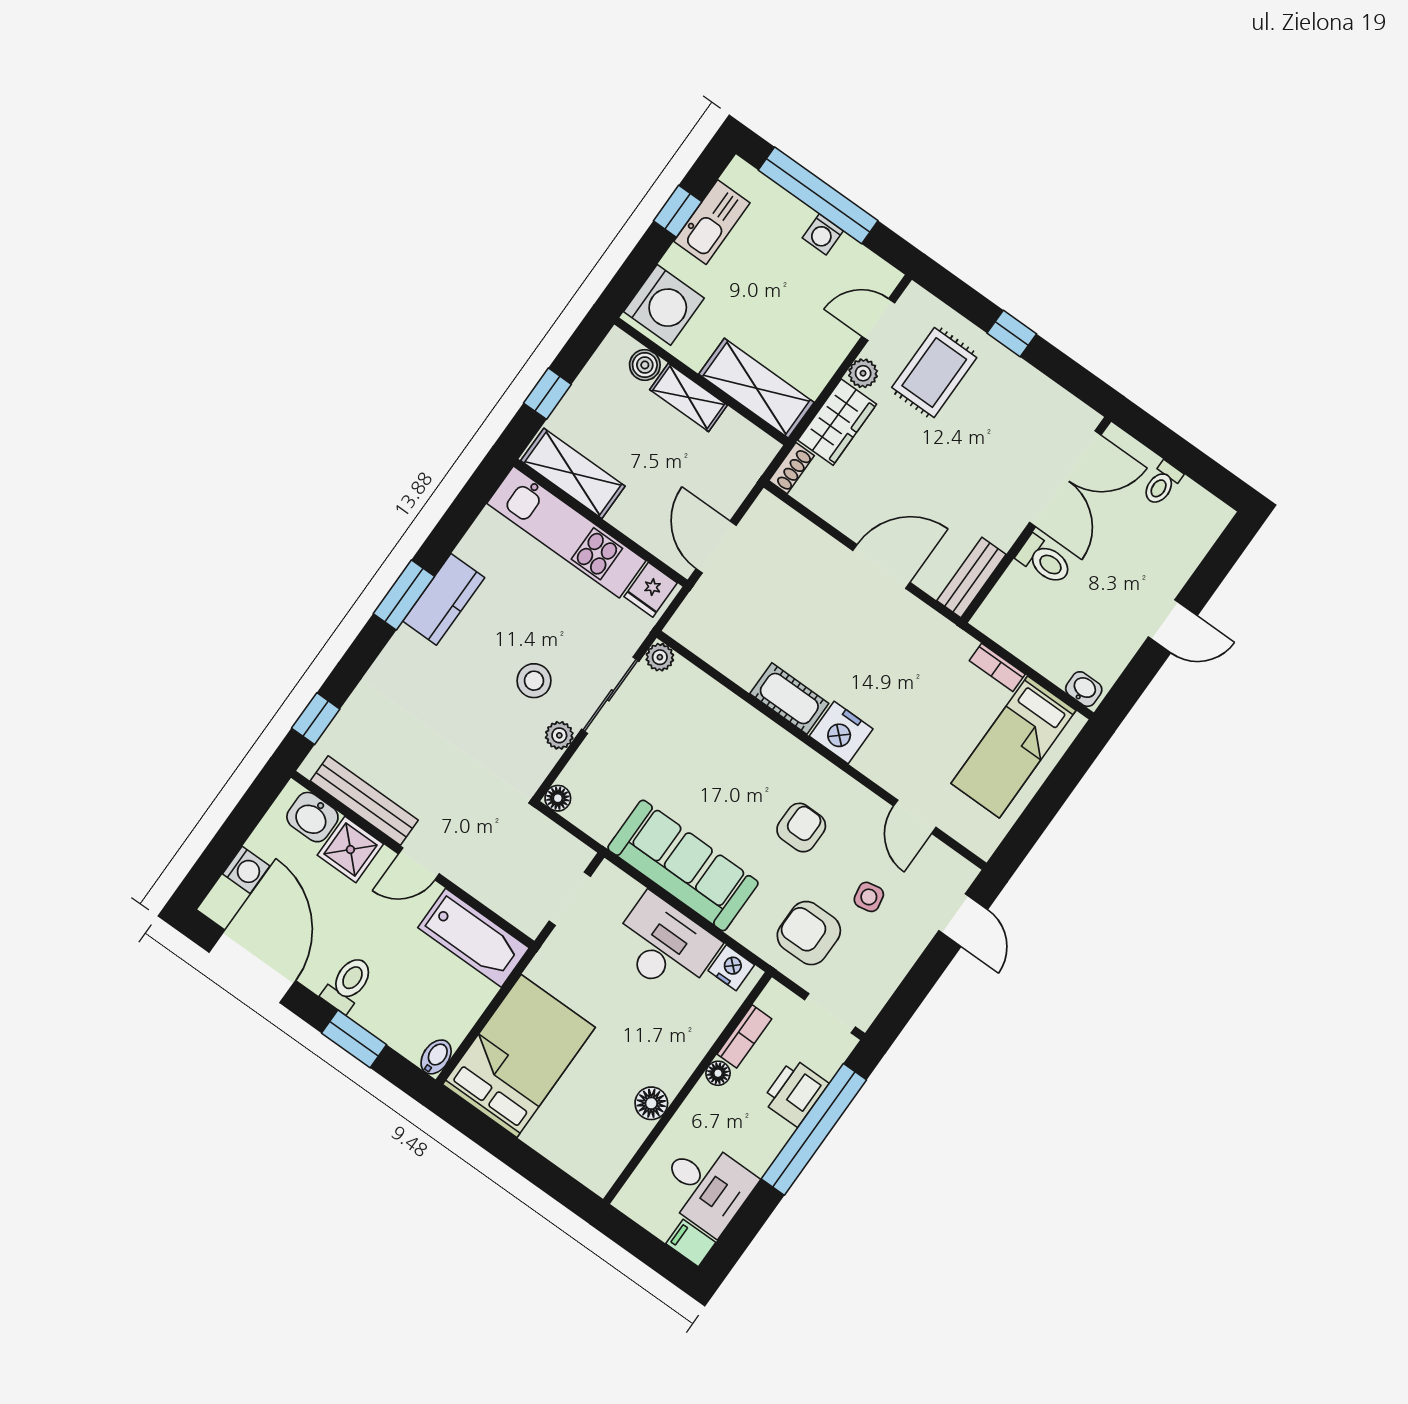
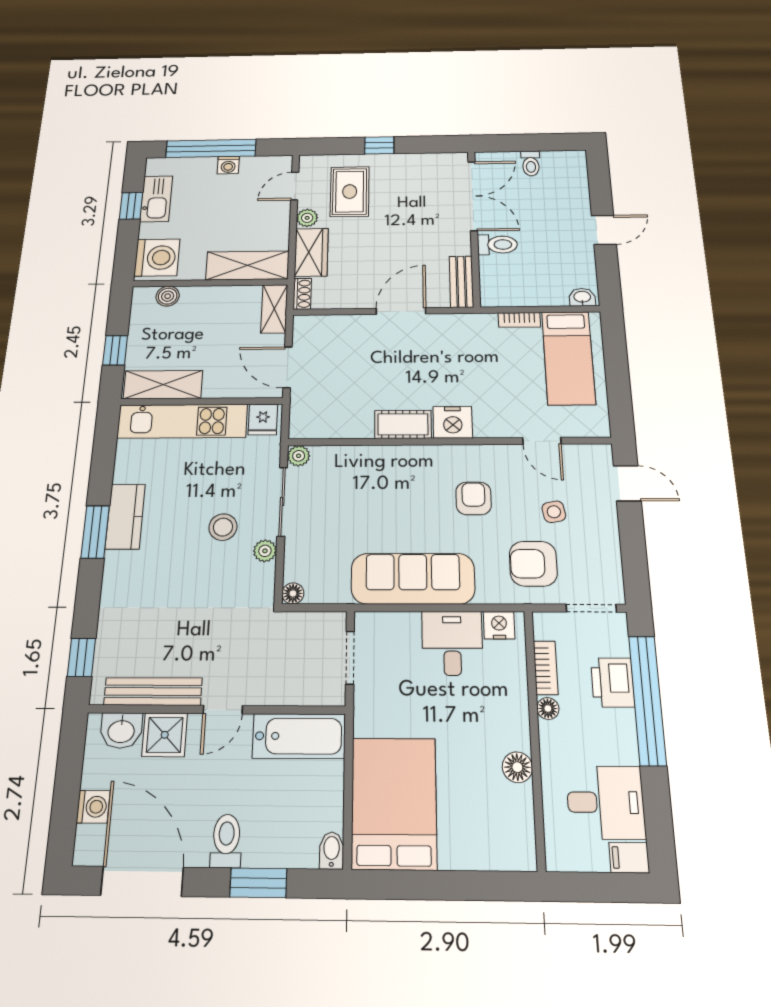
shelving: (688, 397) -> (274, 309), moved, turned 90
desk: (665, 946) -> (452, 643), width x0.73

